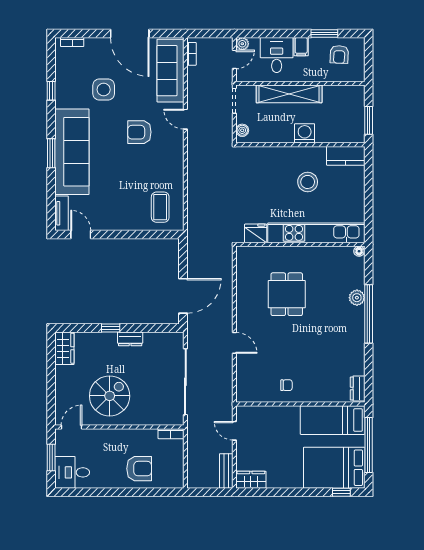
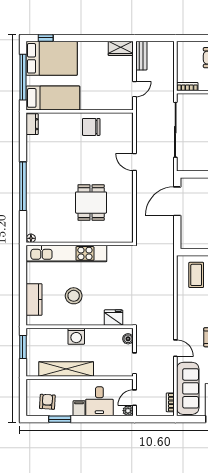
shelving: (289, 94) -> (66, 369), moved
kitchen counter: (346, 156) -> (34, 299), moved, turned 90
fridge: (256, 233) -> (113, 318), moved, turned 180
plant: (357, 298) -> (33, 200), removed
chair: (286, 385) -> (91, 127), width x1.87, depth x1.87
door: (234, 431) -> (135, 89), hinge flipped

